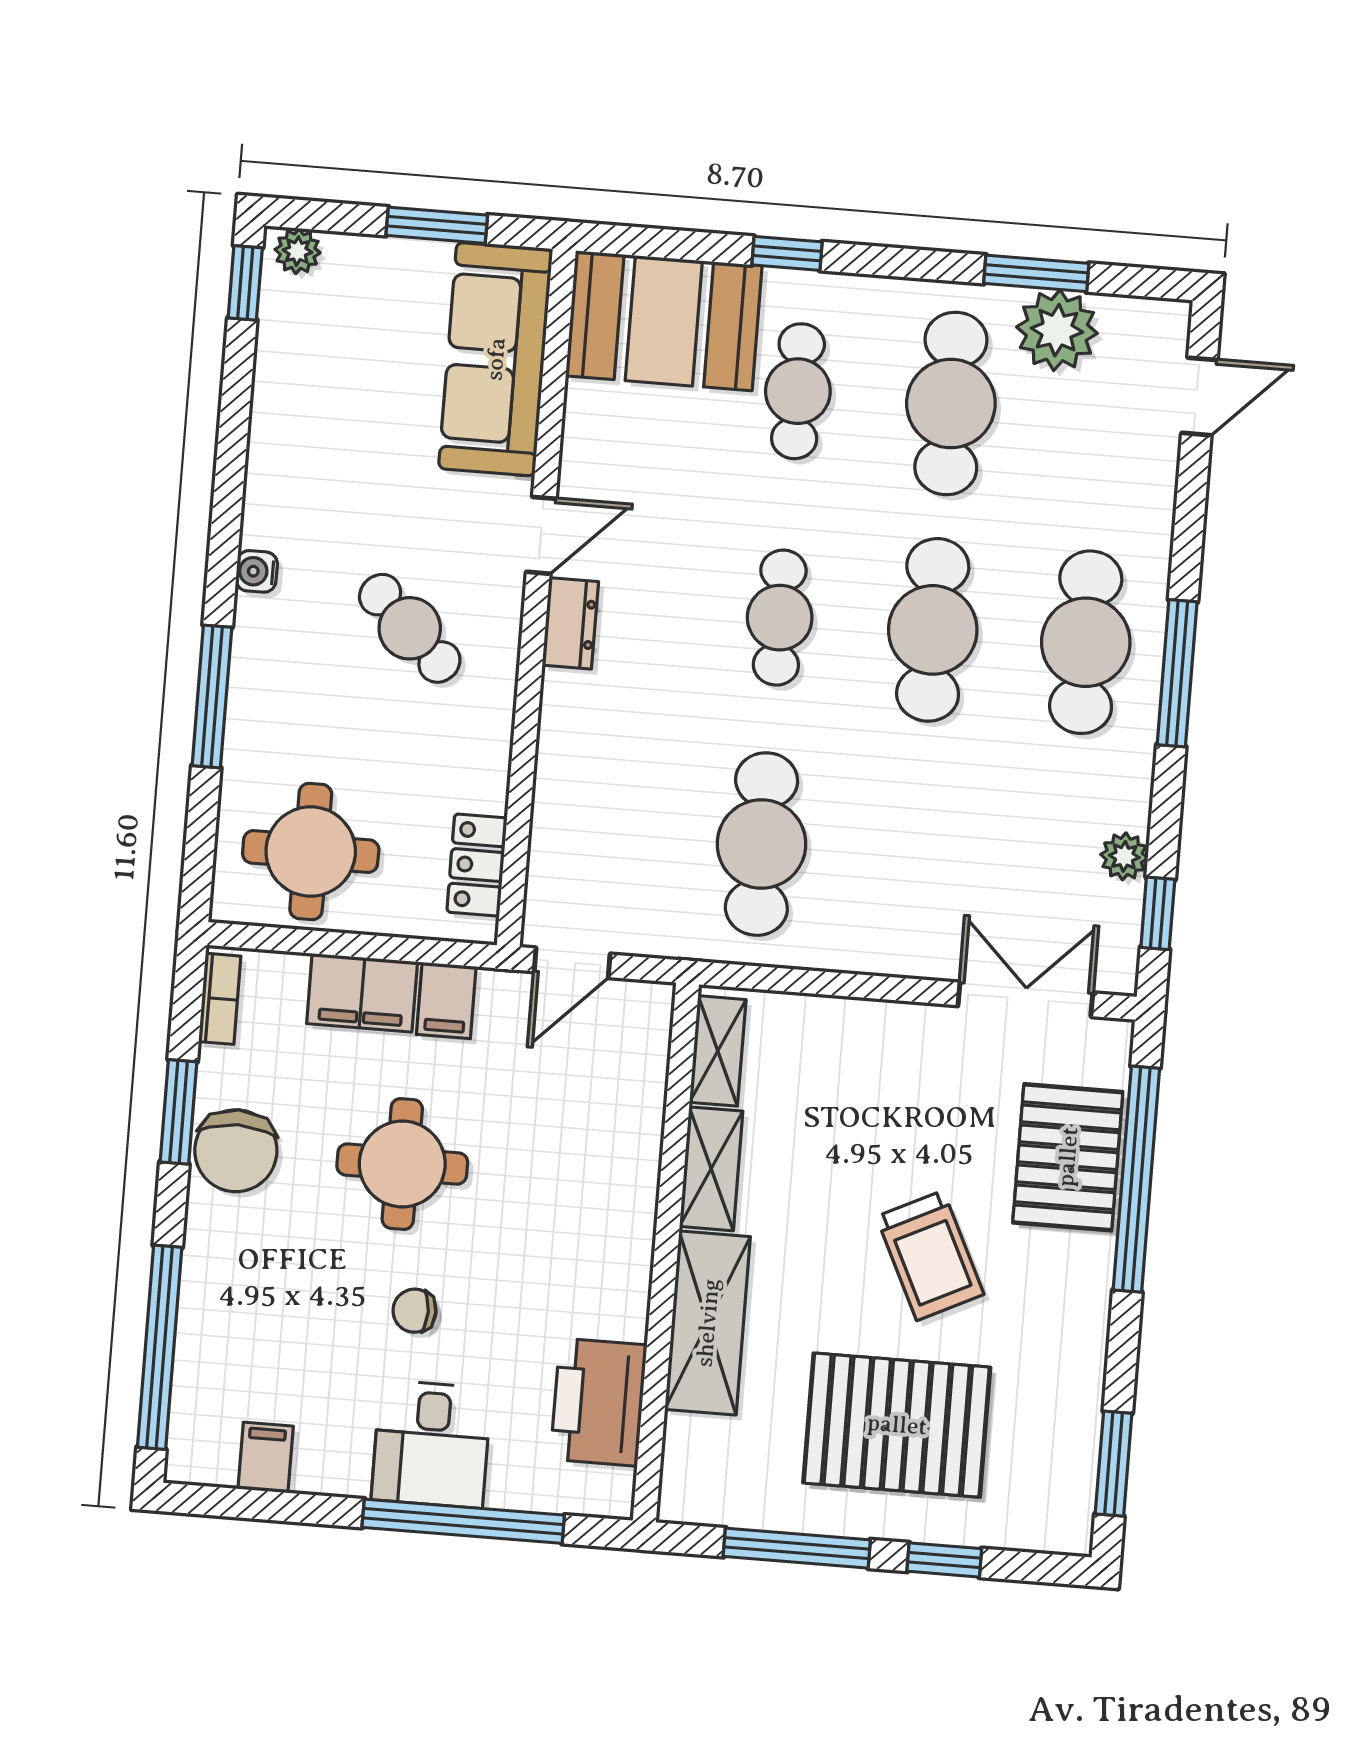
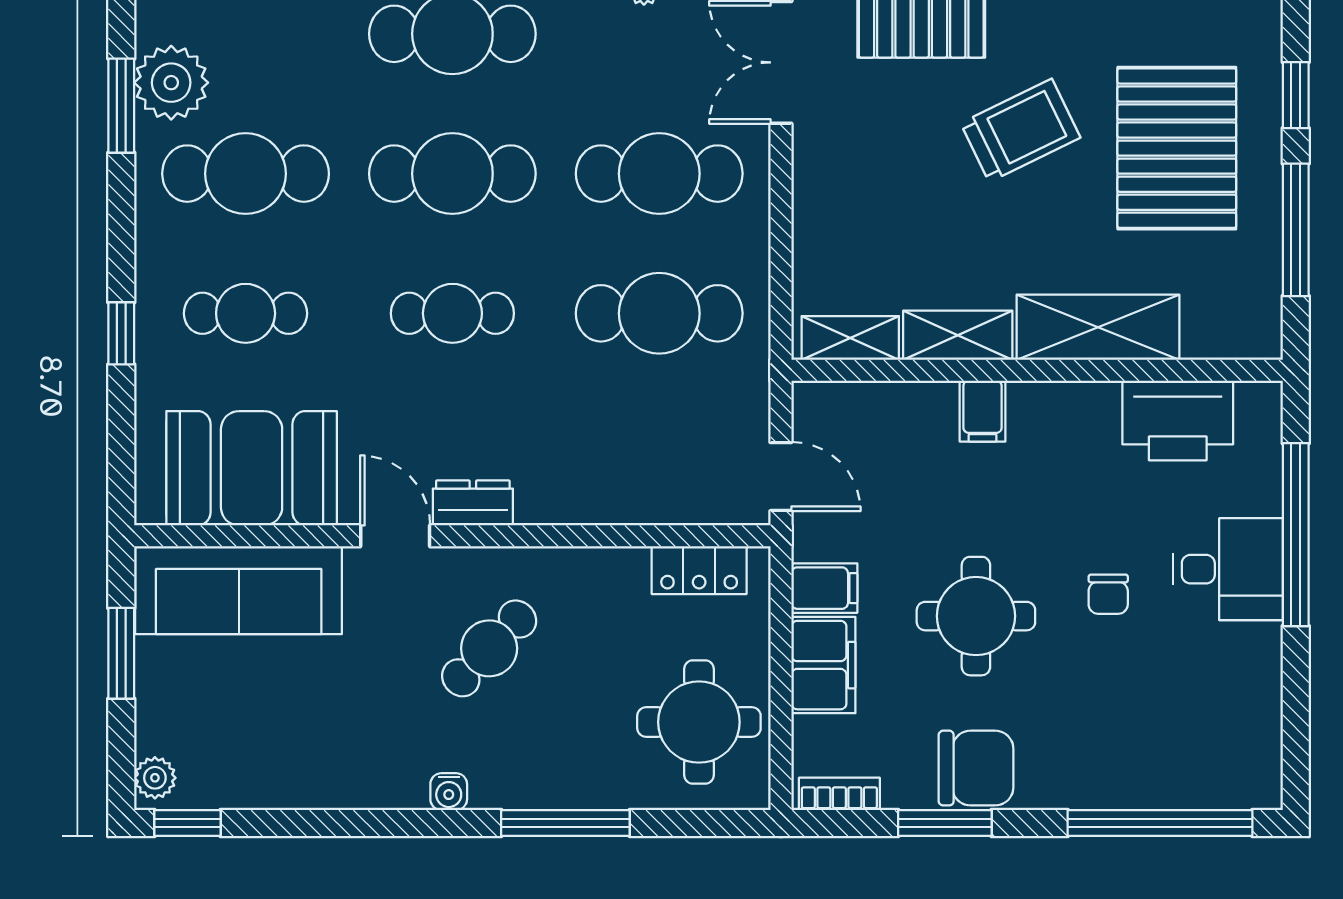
booth: (664, 321) -> (252, 468), moved, turned 90
cafe table: (914, 856) -> (659, 174), added
filing cabinet: (266, 1458) -> (983, 411), moved, turned -90

